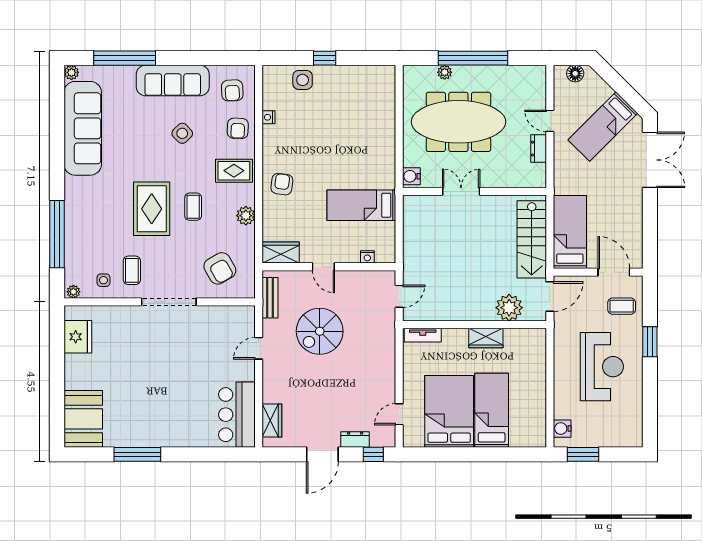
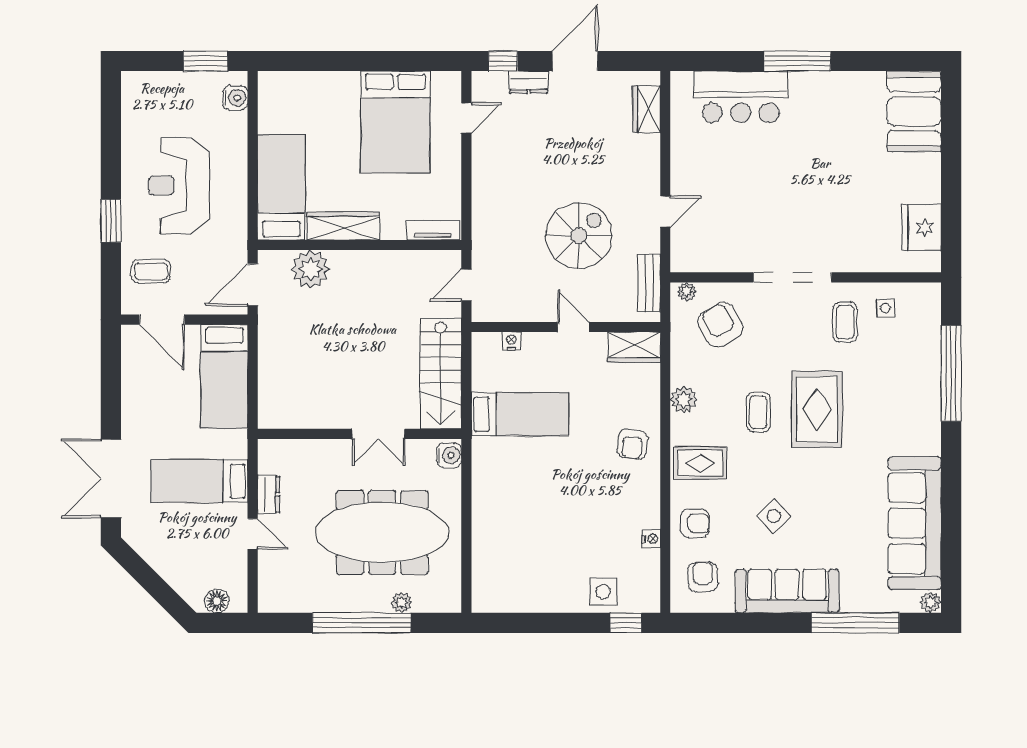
window: (325, 58) -> (626, 623), moved
bed: (603, 127) -> (199, 481), moved, turned -135
armchair: (238, 128) -> (695, 523), turned 88
stairs: (532, 239) -> (441, 374), moved, turned 180
plant: (73, 292) -> (687, 292), moved
wardrobe: (486, 338) -> (343, 226), width x1.50
bed: (492, 410) -> (281, 187), moved, turned 180
bar counter: (237, 415) -> (741, 97), moved, turned 90
window: (137, 454) -> (798, 61), moved

